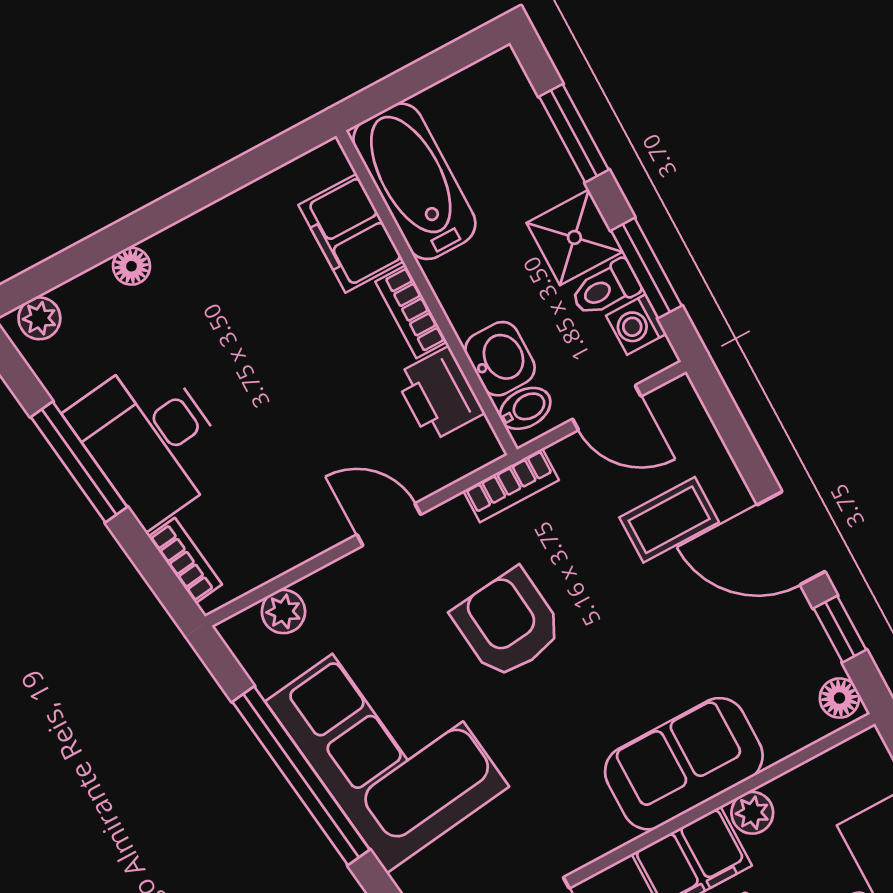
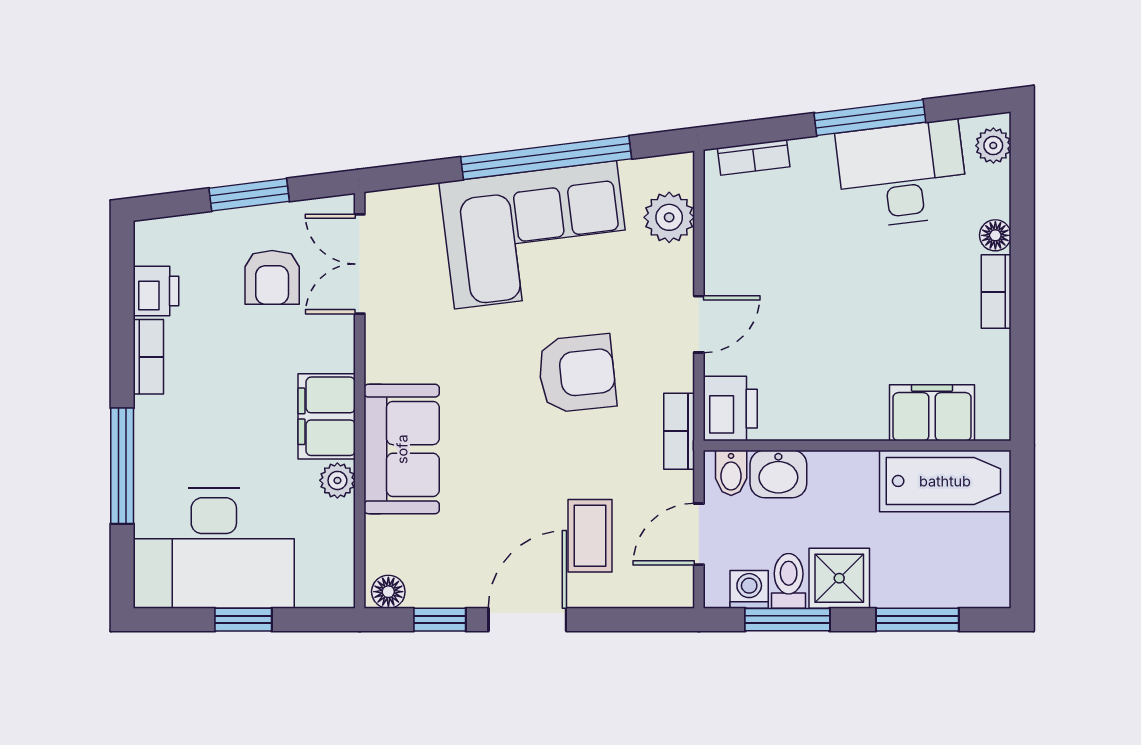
bookcase: (411, 312) -> (996, 292), moved, turned -90
printer: (439, 394) -> (730, 409), moved, turned 90
desk: (150, 440) -> (902, 174), moved
plant: (283, 612) -> (669, 217), width x1.38, depth x1.38

